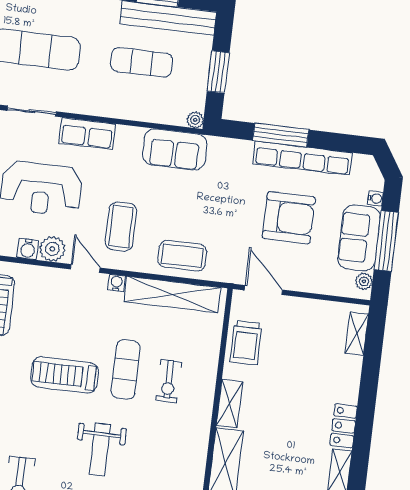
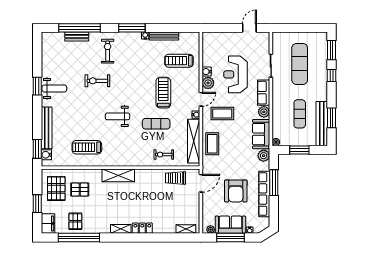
plant: (128, 138) -> (264, 112), added
plant: (221, 150) -> (264, 156), added
treadmill: (65, 375) -> (163, 93), moved
exercise bike: (169, 381) -> (164, 155), moved
shelving: (229, 404) -> (146, 174), removed

